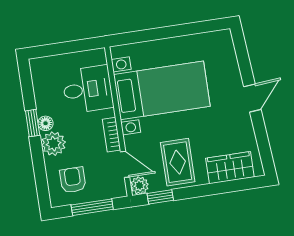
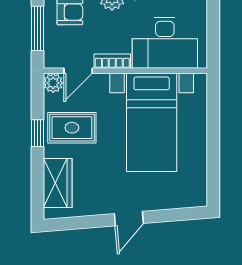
desk: (88, 89) -> (165, 43), width x1.37
door: (252, 98) -> (129, 219), hinge flipped
window: (160, 197) -> (37, 133), moved

